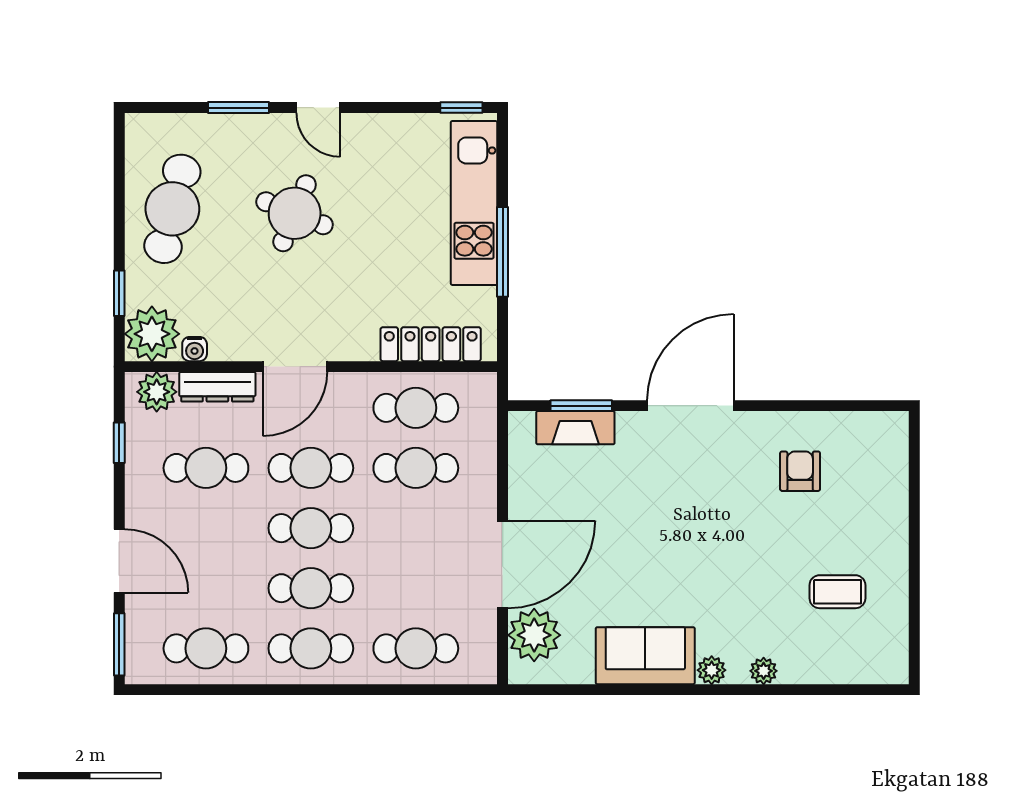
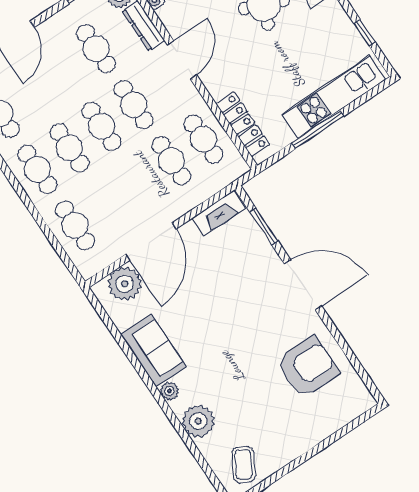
window: (461, 108) -> (365, 33), moved
door: (295, 367) -> (182, 60), swing flipped
fireplace: (575, 428) -> (219, 213), moved, turned -90
armchair: (800, 471) -> (307, 367), width x1.88, depth x1.88
door: (503, 564) -> (151, 242), hinge flipped
coffee table: (837, 592) -> (243, 465), moved, turned 30
plant: (764, 671) -> (198, 421), width x1.88, depth x1.88

